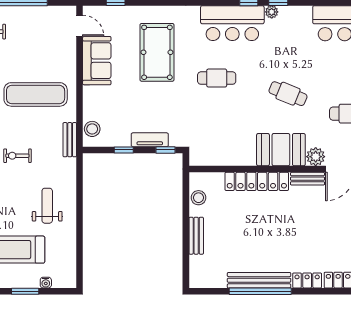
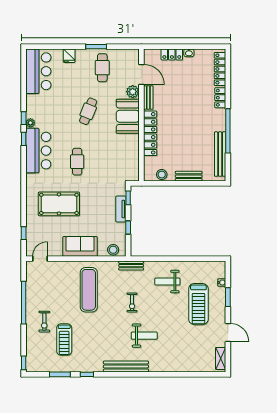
sofa: (97, 61) -> (80, 246), moved
bench: (70, 140) -> (131, 266), moved
bench: (259, 280) -> (220, 154), moved

